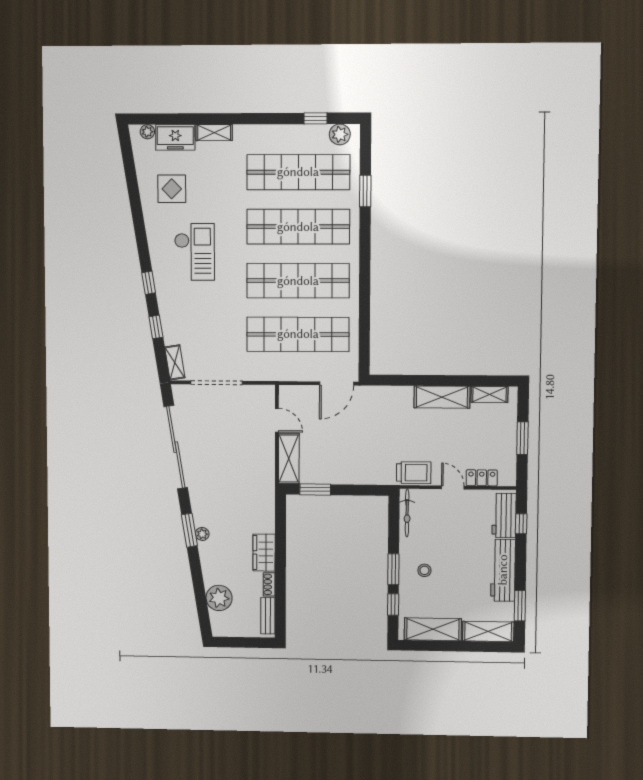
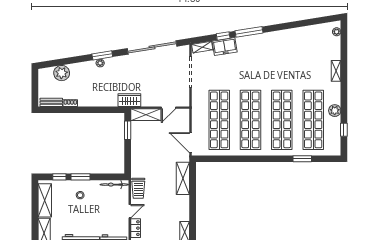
plant: (340, 134) -> (335, 111), moved
freezer: (175, 137) -> (225, 47), moved, turned -99
display table: (172, 189) -> (304, 46), removed
checkout: (195, 252) -> (267, 59), removed
window: (149, 283) -> (249, 32), width x2.17
shelving: (442, 397) -> (183, 178), moved
wardrobe: (264, 553) -> (129, 100), moved

